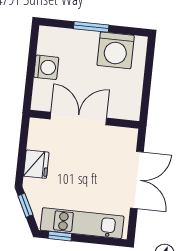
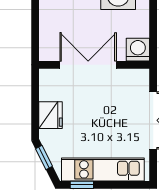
washing machine: (46, 67) -> (138, 50), moved, turned -90

